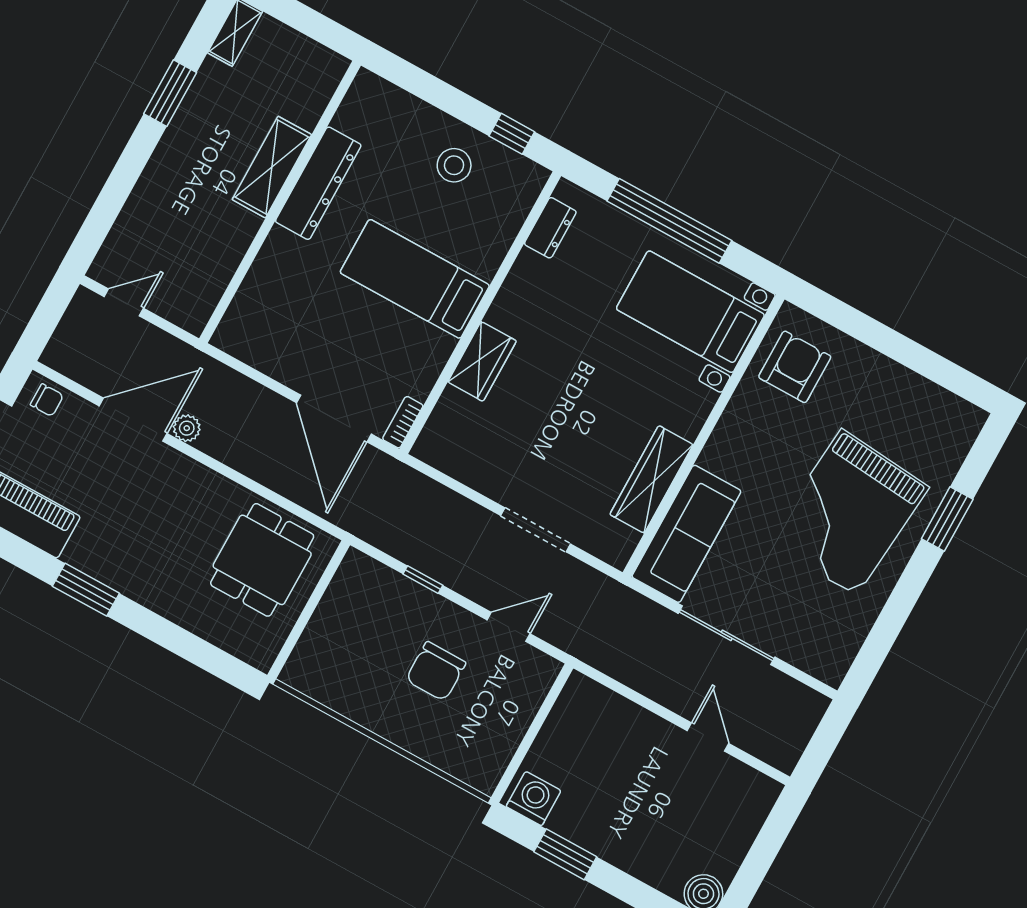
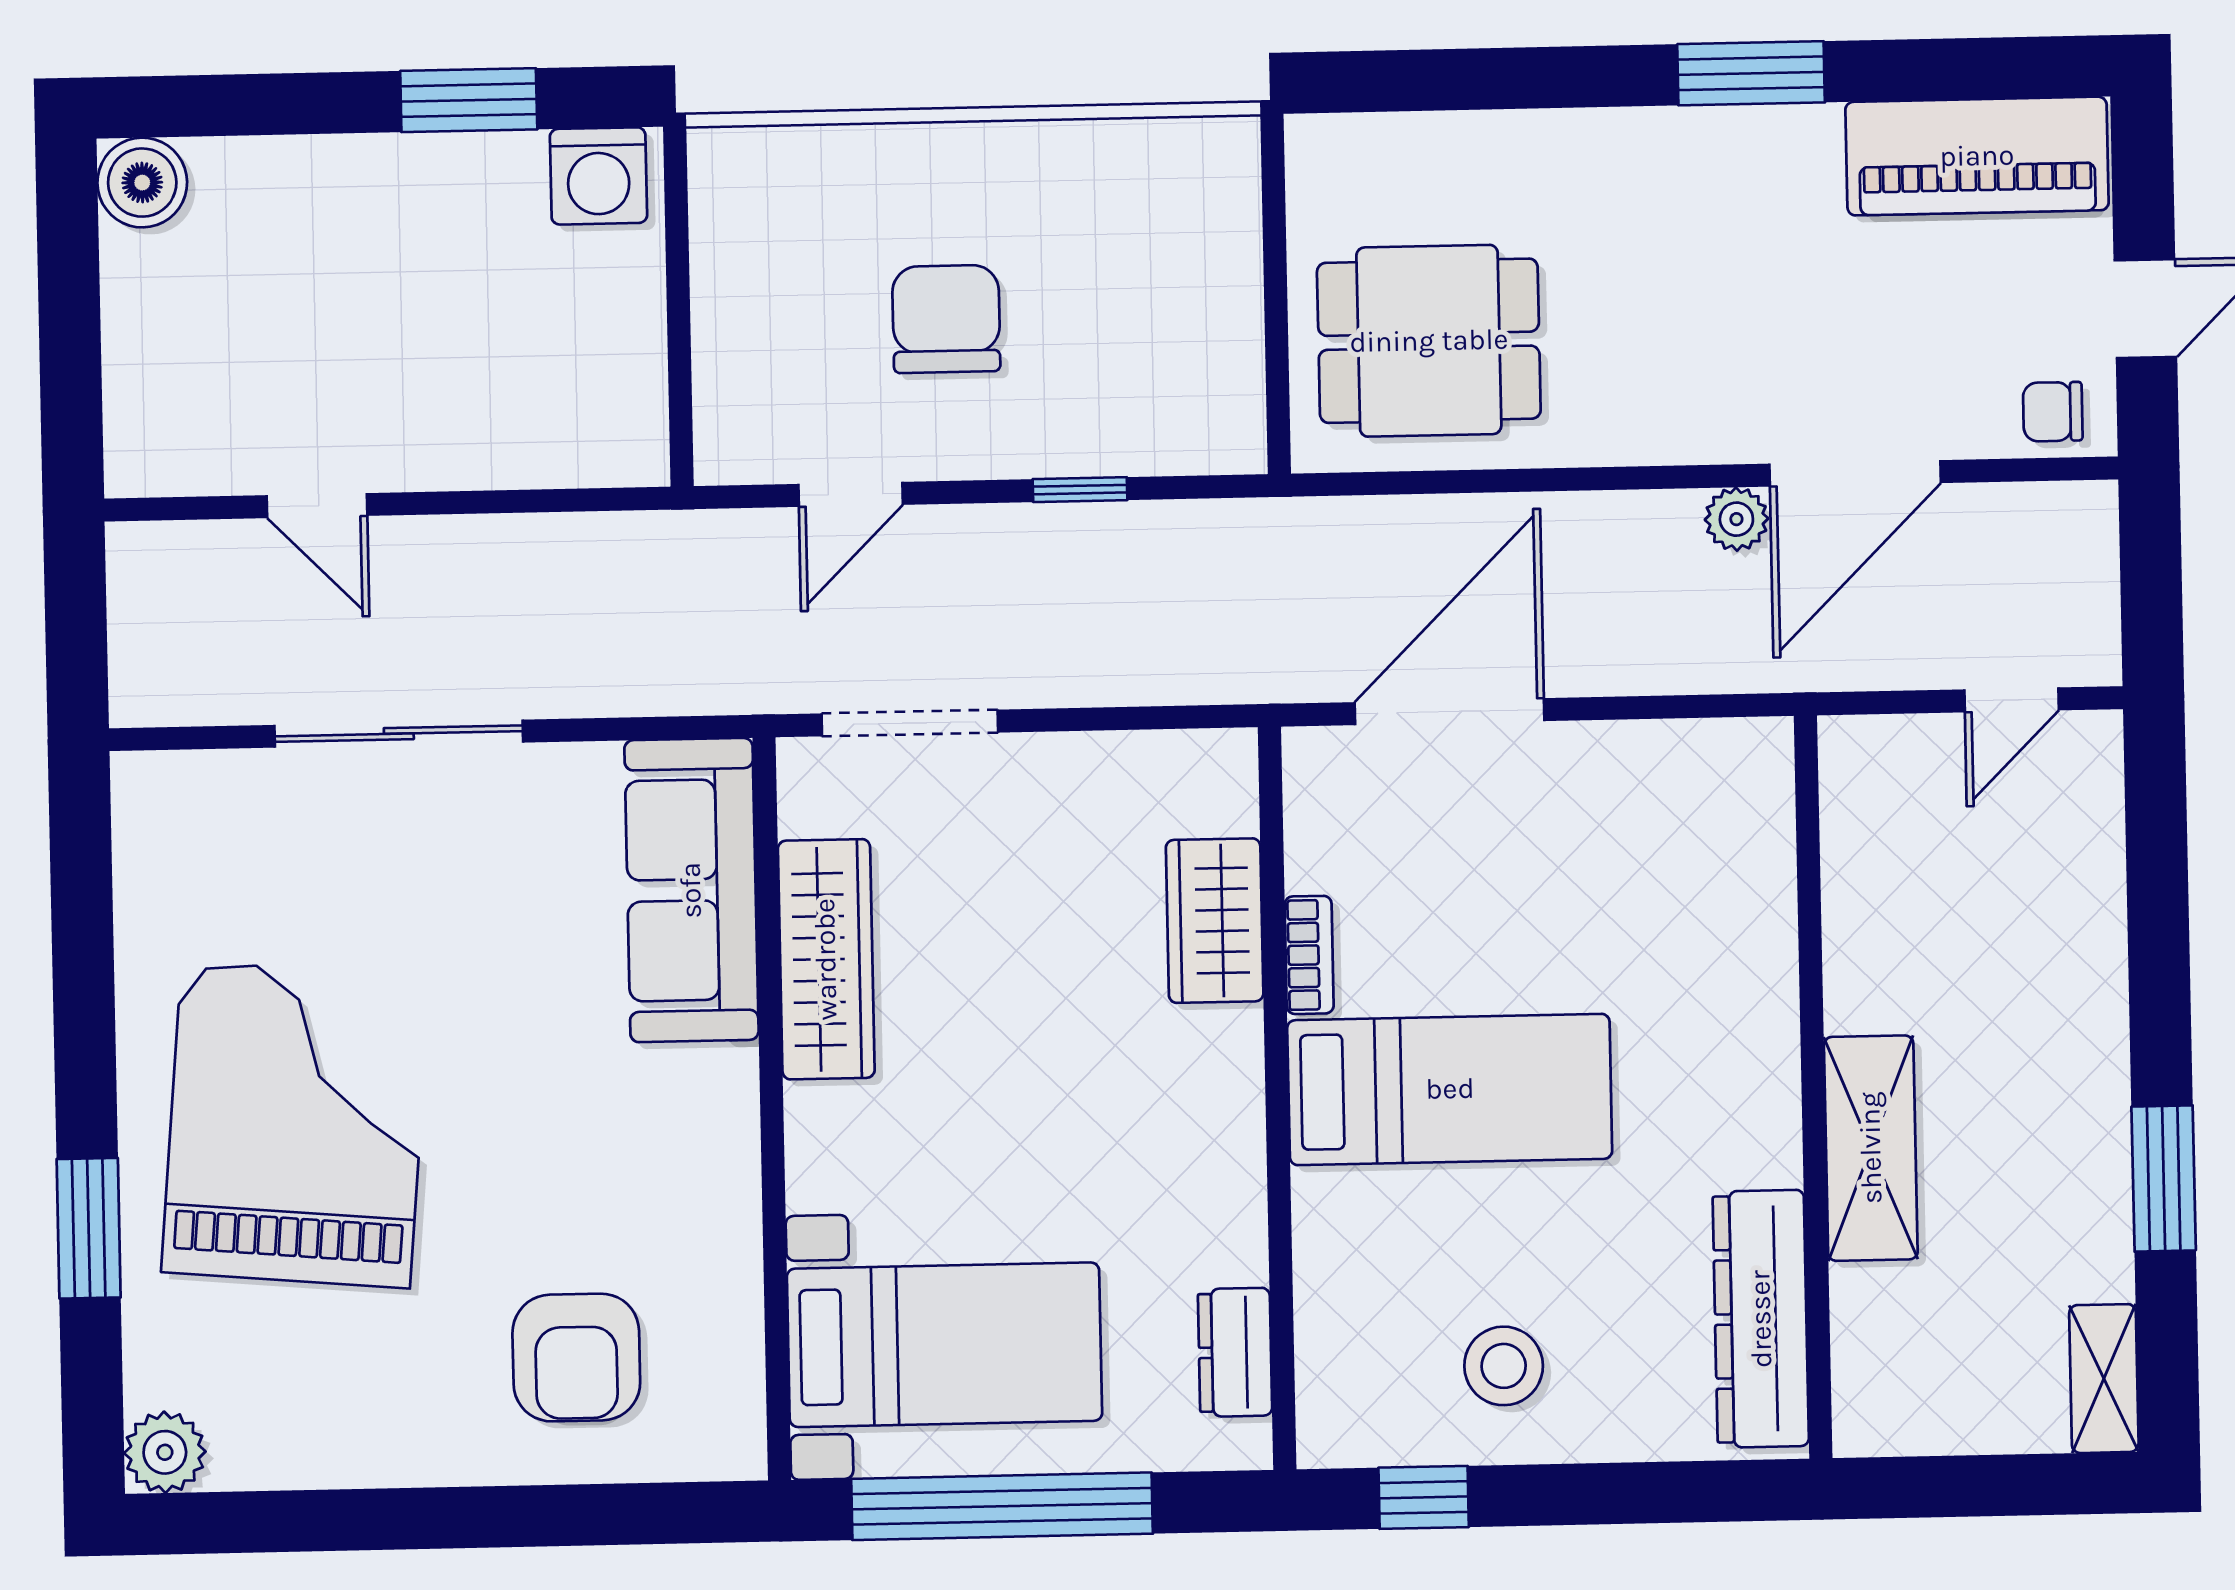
dresser: (318, 183) -> (1761, 1319), moved
bed with nightstands: (690, 312) -> (944, 1345), moved
wardrobe: (482, 361) -> (1215, 921), moved
door: (334, 418) -> (1450, 712), hinge flipped
plant: (967, 420) -> (165, 1452), added
bookcase: (403, 422) -> (1309, 955), moved
wall: (704, 436) -> (772, 1109), moved
wardrobe: (651, 479) -> (826, 959), moved
sofa: (686, 534) -> (691, 890), moved
dining table: (262, 560) -> (1429, 341), turned 90

